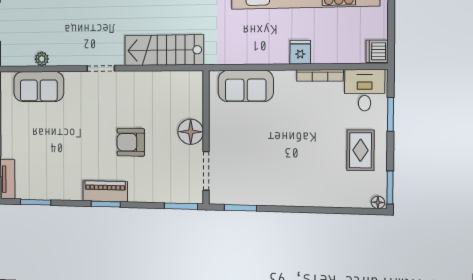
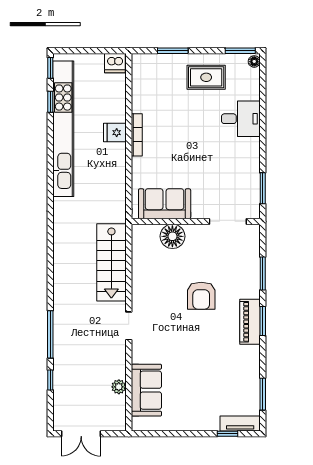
bookcase: (320, 75) -> (137, 135), moved
sofa: (246, 86) -> (165, 204), moved, turned -90
desk: (365, 90) -> (241, 119), moved, turned 180
floor lamp: (191, 132) -> (172, 236), moved
window: (181, 206) -> (263, 274), moved

